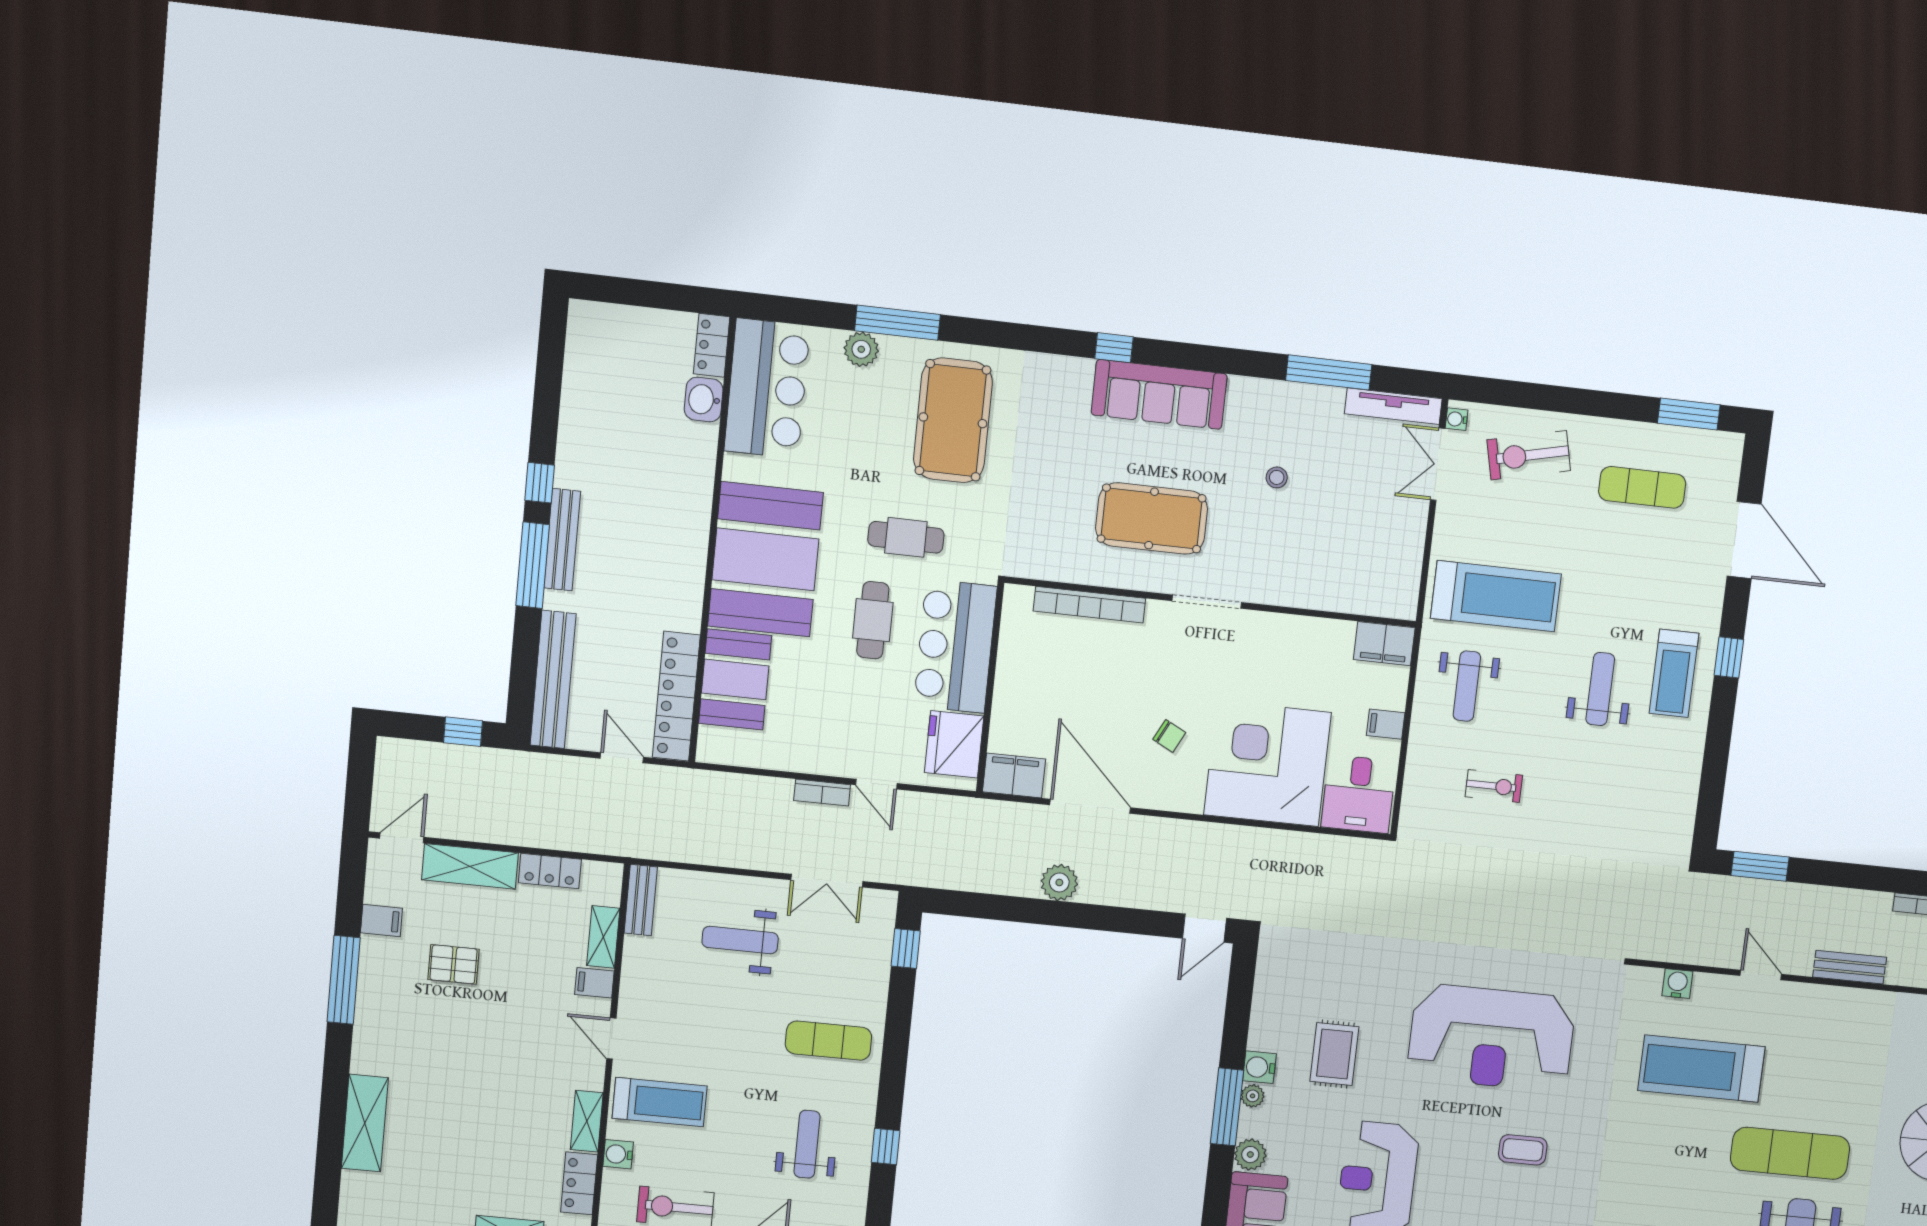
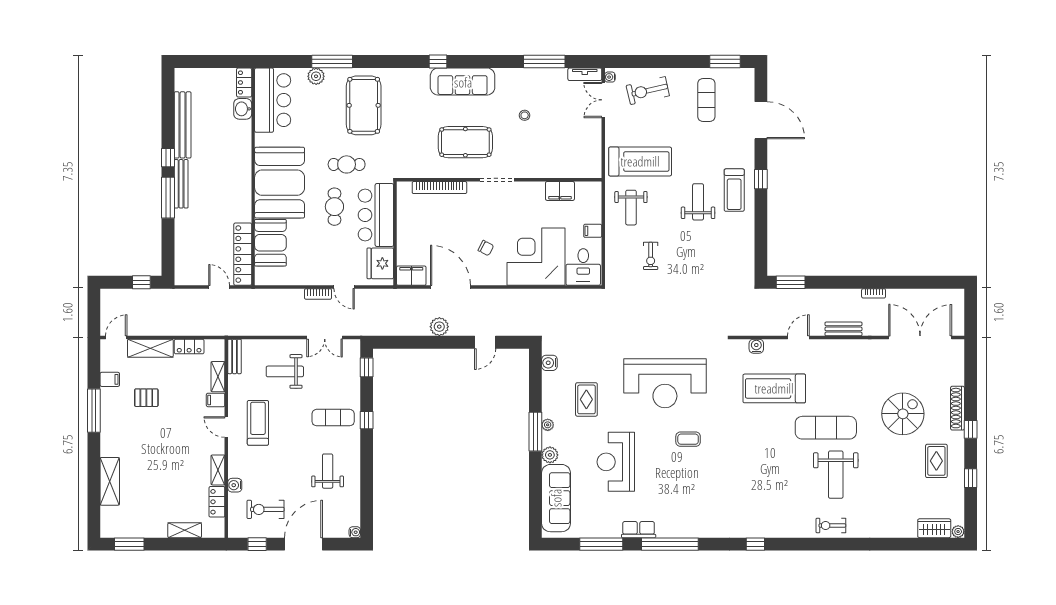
tv unit: (1393, 406) -> (585, 74), width x0.71
exercise mat: (1642, 487) -> (706, 100), turned 90
filing cabinet: (1384, 644) -> (560, 191), moved
bench: (553, 679) -> (183, 125), moved
exercise bike: (1494, 786) -> (651, 256), turned 90
door: (1205, 928) -> (485, 342), moved
door: (1761, 975) -> (798, 337), hinge flipped
water cooler: (1259, 1067) -> (549, 363), moved
treadmill: (660, 1102) -> (258, 423), moved, turned -90
window: (886, 1147) -> (367, 420), moved

